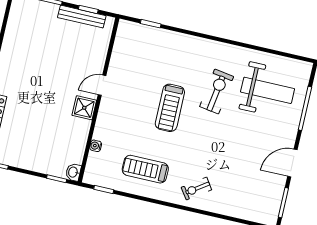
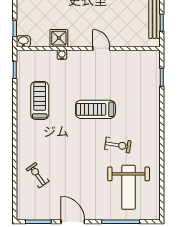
exercise bike: (217, 92) -> (118, 145), width x0.73, depth x0.72
shower: (84, 108) -> (59, 38), moved
water cooler: (96, 146) -> (62, 55), moved
exercise bike: (196, 189) -> (37, 175), moved

